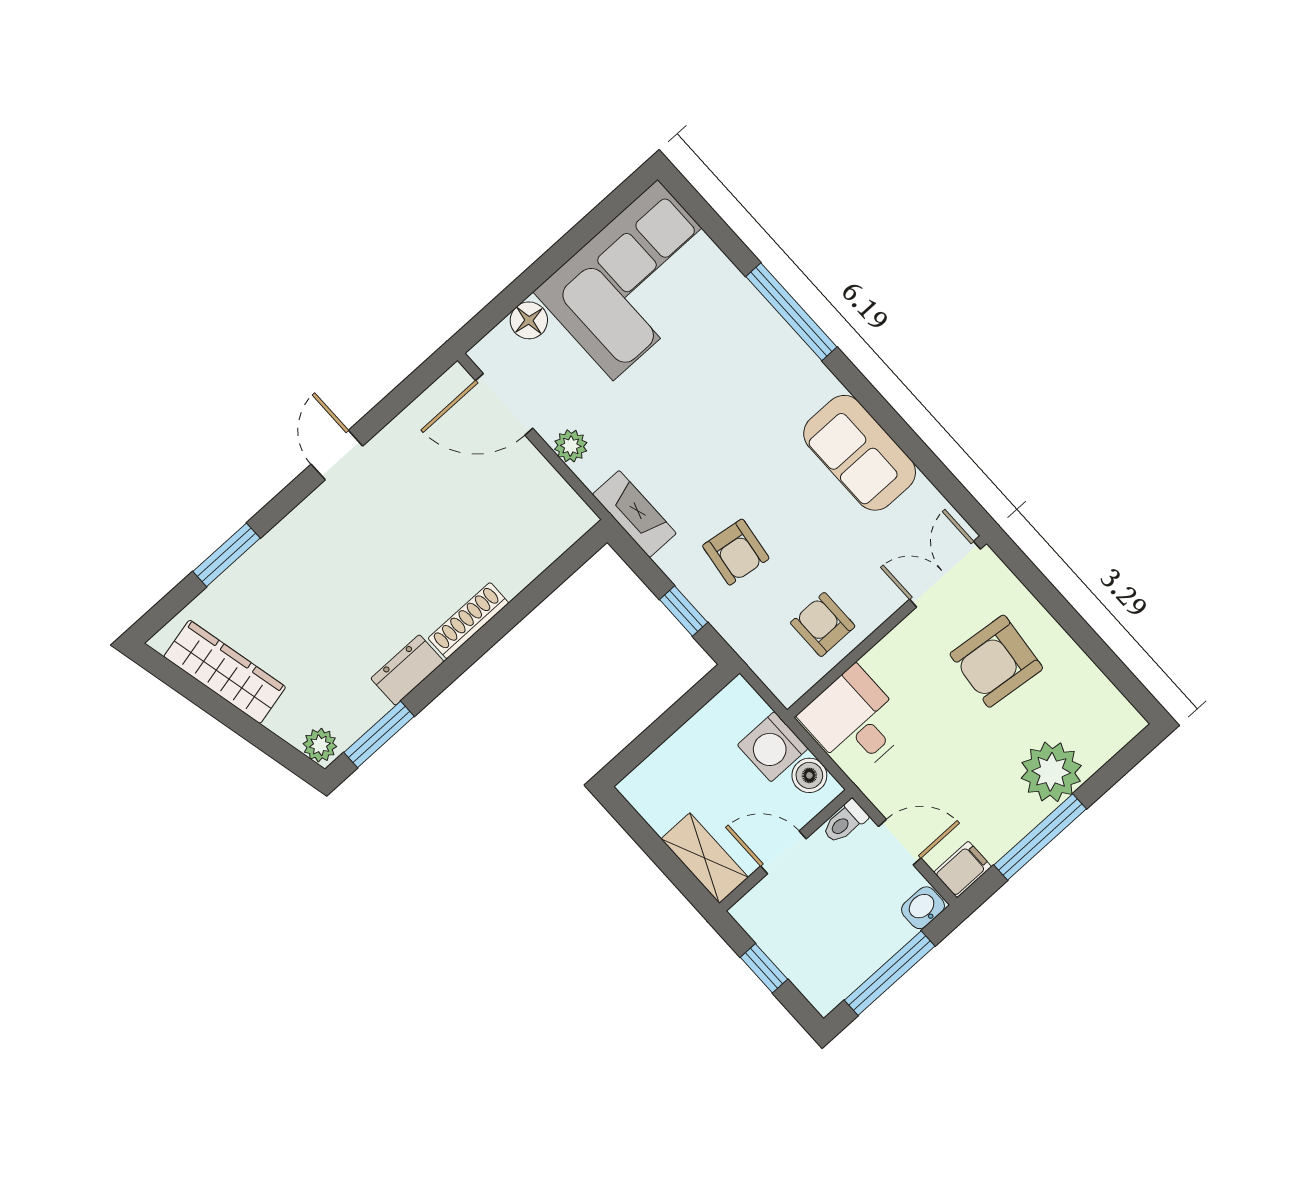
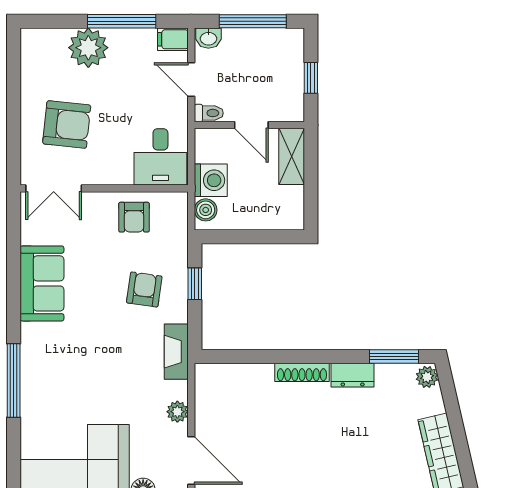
boiler: (809, 775) -> (206, 210), moved

